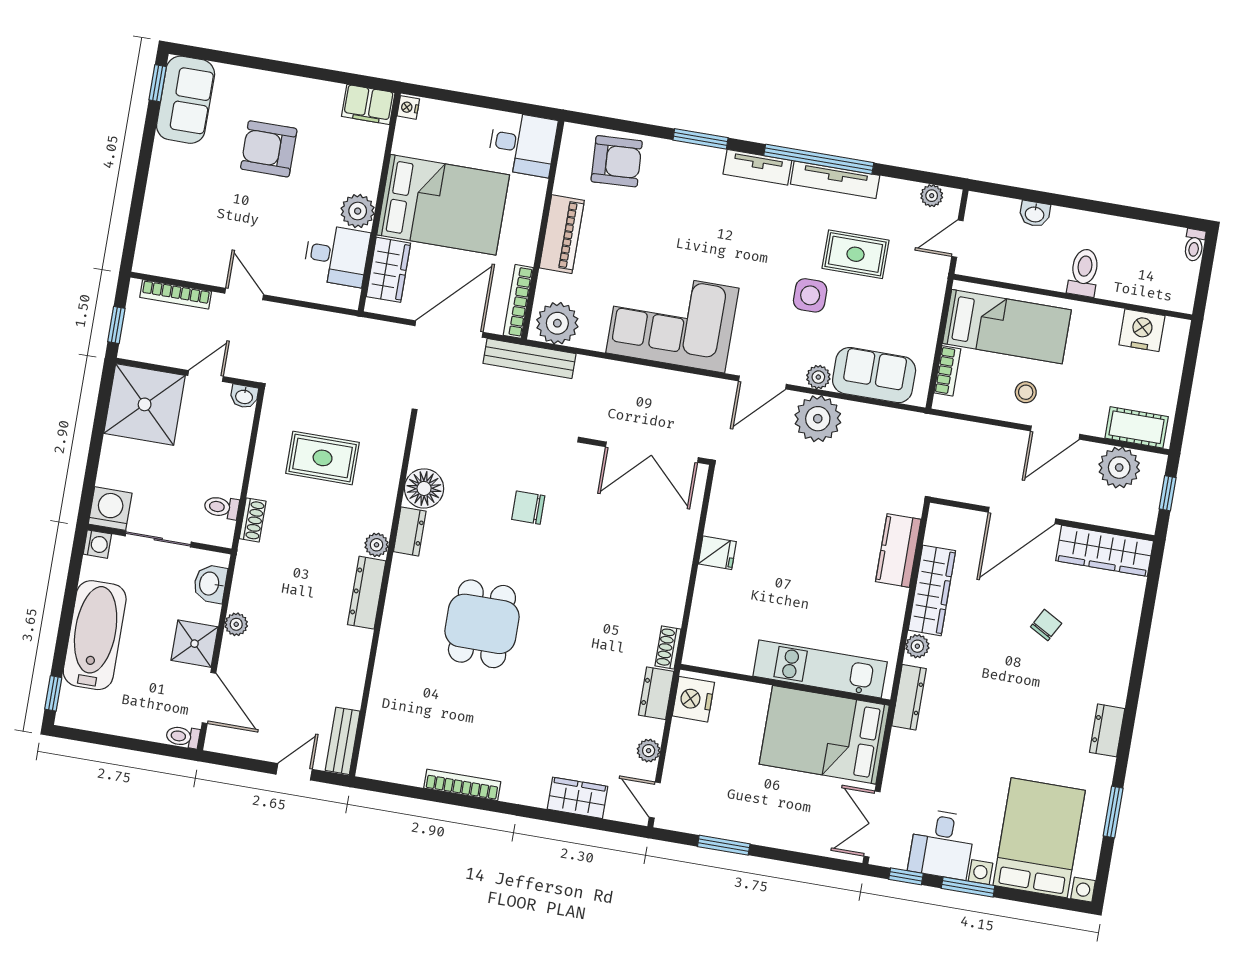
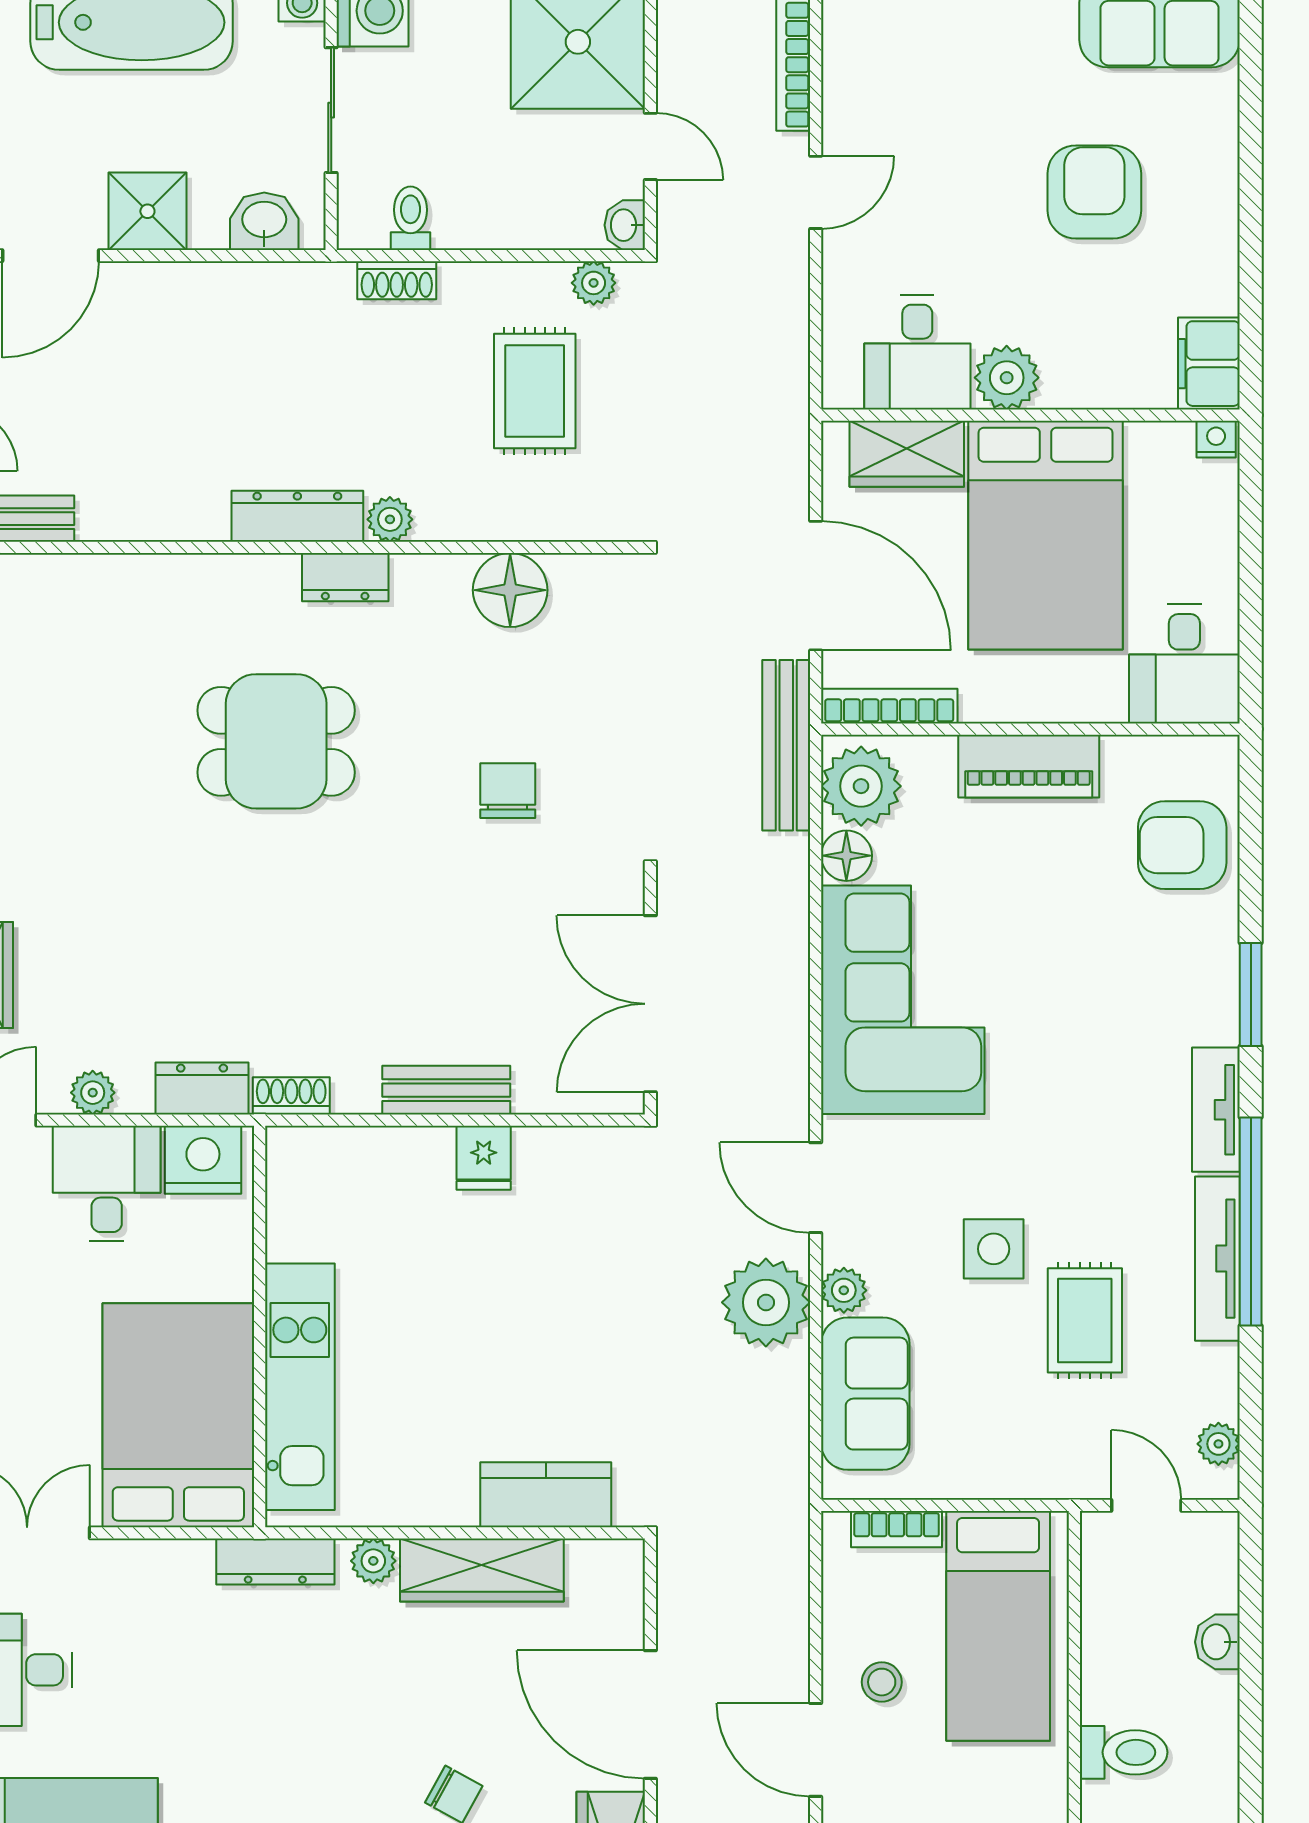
armchair: (617, 161) -> (1182, 845), turned 93
floor lamp: (592, 337) -> (846, 856), added
dresser: (410, 531) -> (345, 577), moved
bench: (679, 566) -> (446, 1090), added
plant: (236, 624) -> (594, 283), moved
desk: (697, 751) -> (107, 1183), added

